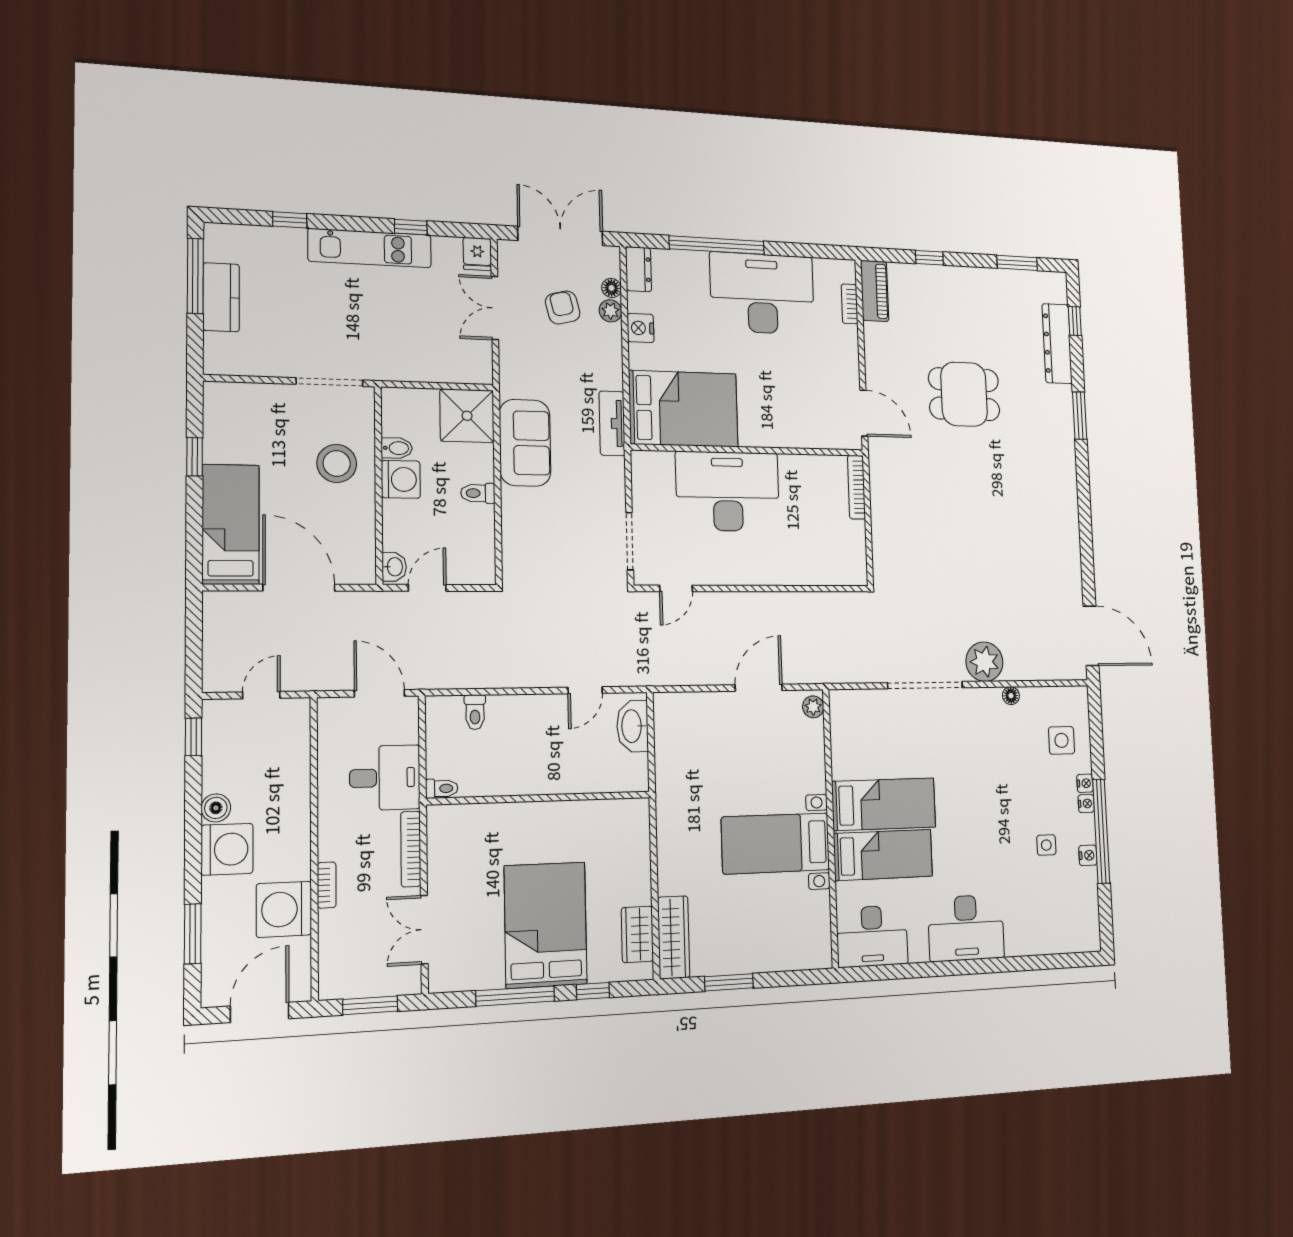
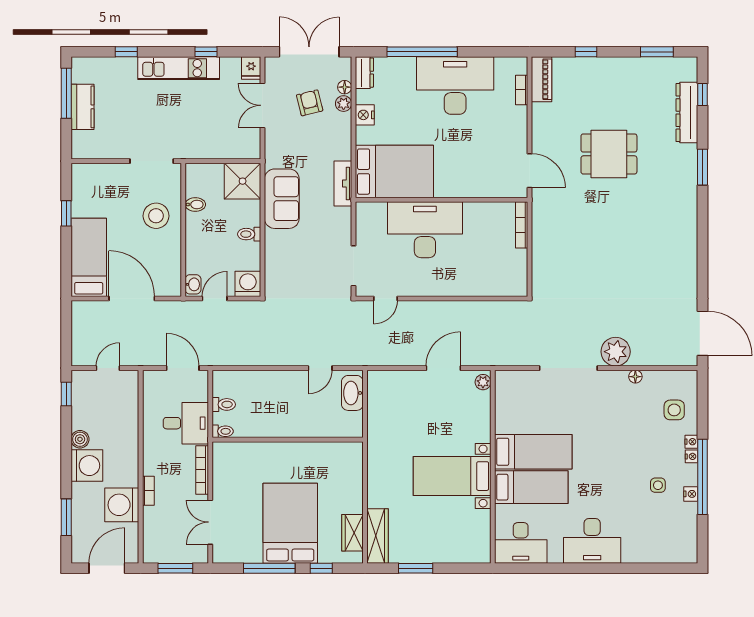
washing machine: (401, 479) -> (248, 284), moved, turned -90
toilet: (475, 712) -> (224, 404), moved, turned -90

